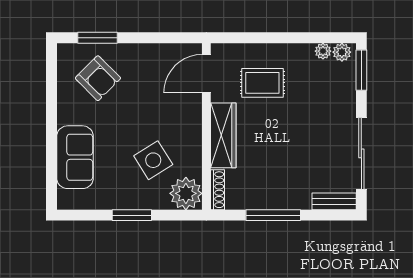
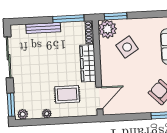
plant: (323, 51) -> (47, 114), moved
bench: (334, 201) -> (43, 28), moved, width x1.36
window: (132, 215) -> (116, 16), moved
window: (273, 215) -> (68, 19), moved

